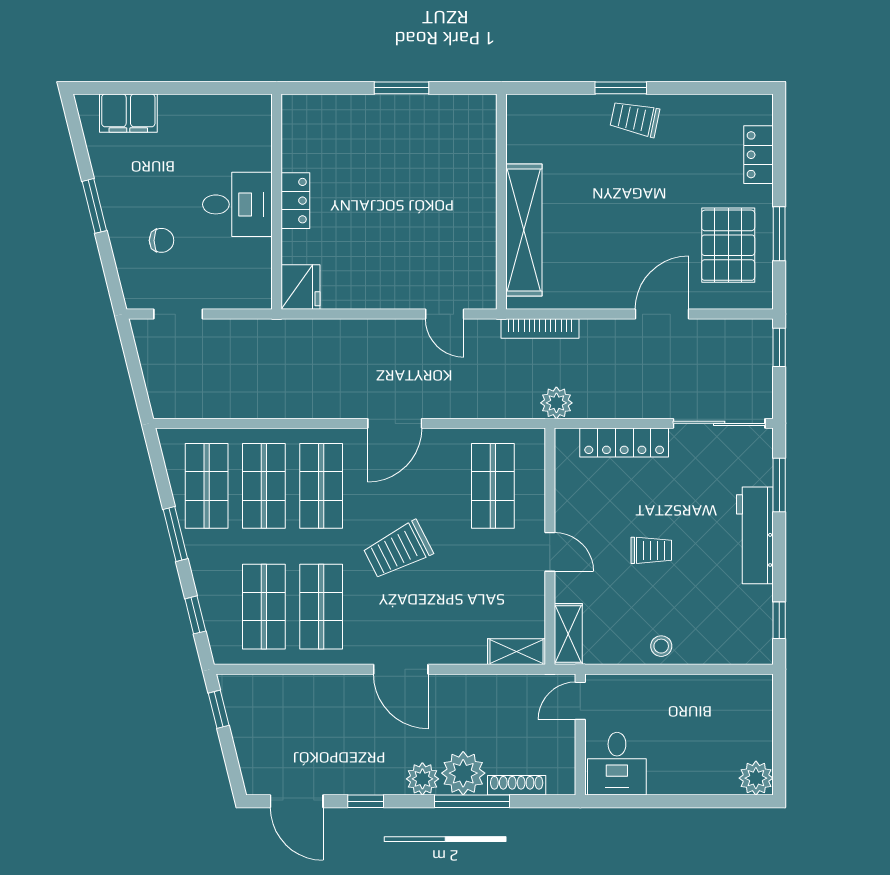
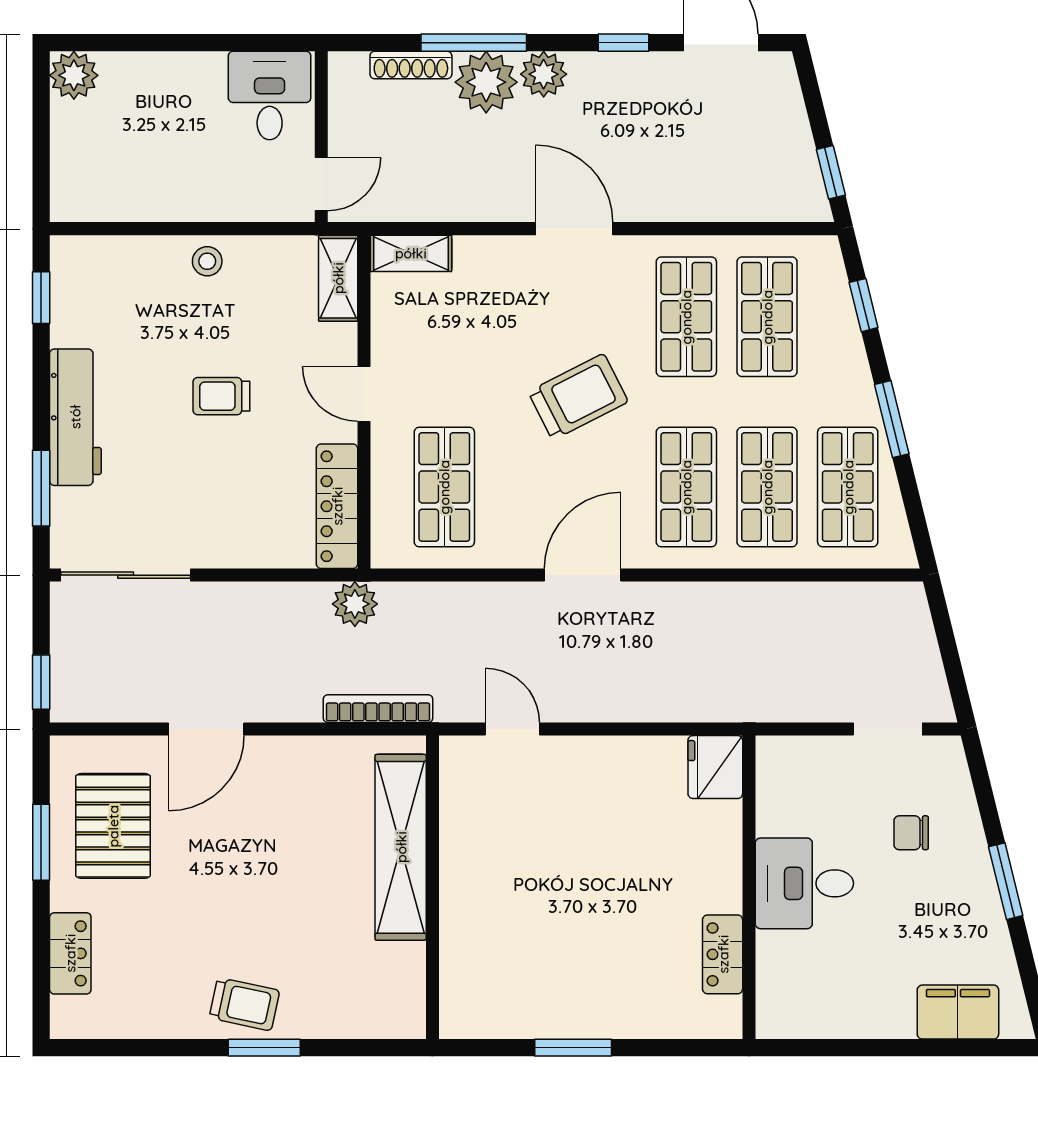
locker: (295, 201) -> (723, 954), moved
locker: (624, 443) -> (337, 506), moved, turned -90

